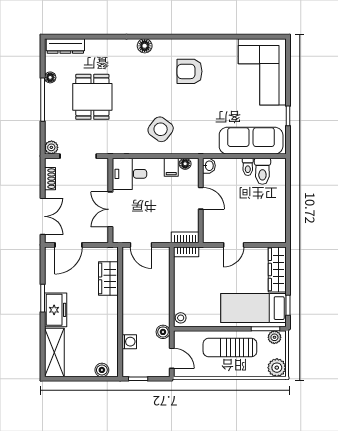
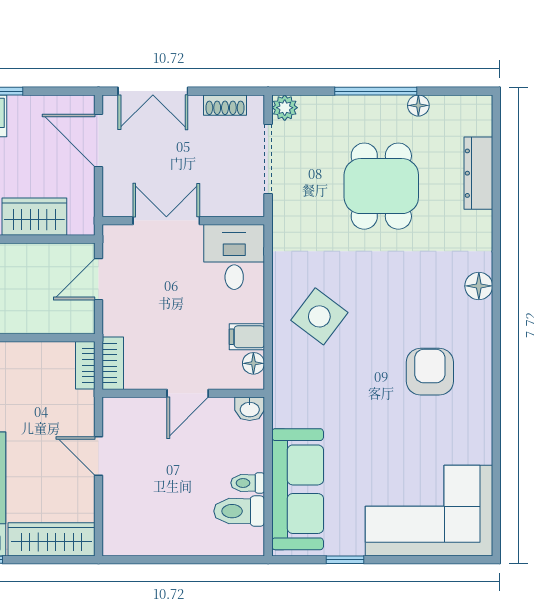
dresser: (65, 46) -> (478, 173), moved
dining table: (92, 97) -> (381, 186), turned 90

